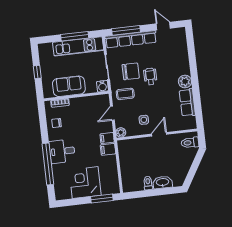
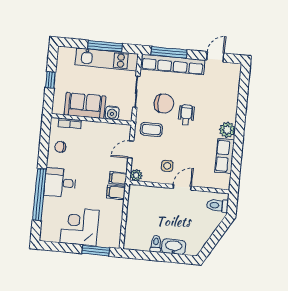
door: (163, 26) -> (215, 57), hinge flipped
water cooler: (102, 86) -> (112, 113), moved

